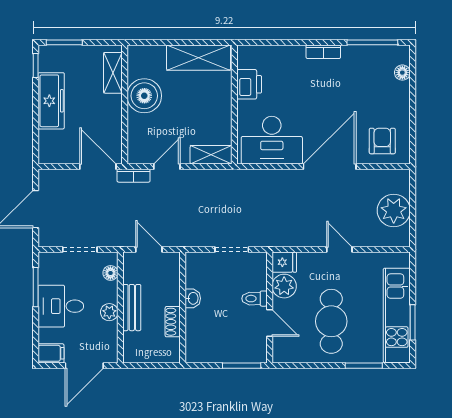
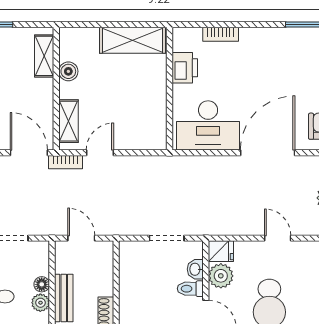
bookcase: (323, 52) -> (221, 34), moved
boiler: (144, 96) -> (68, 71), width x0.54, depth x0.54
shelving: (211, 155) -> (69, 121), moved, turned 90
floor lamp: (110, 273) -> (42, 284), moved
washbasin: (193, 298) -> (195, 269), moved, turned 180

